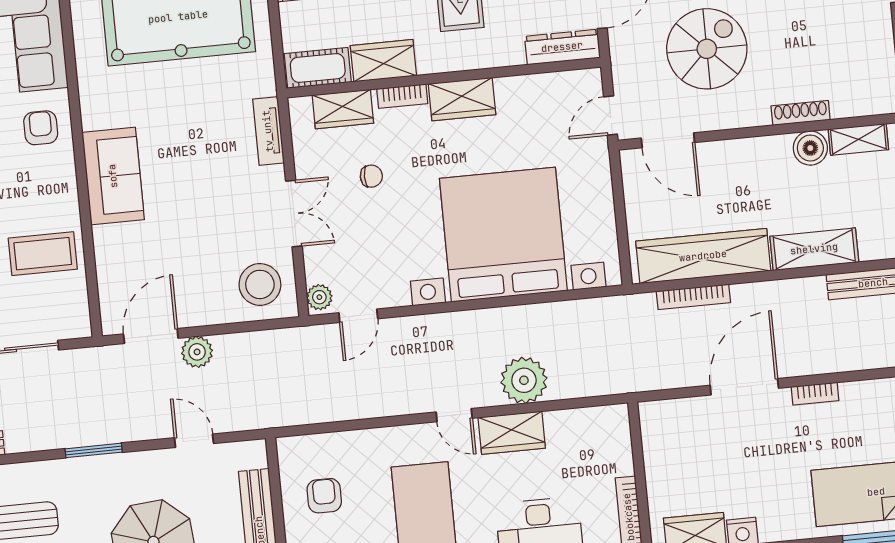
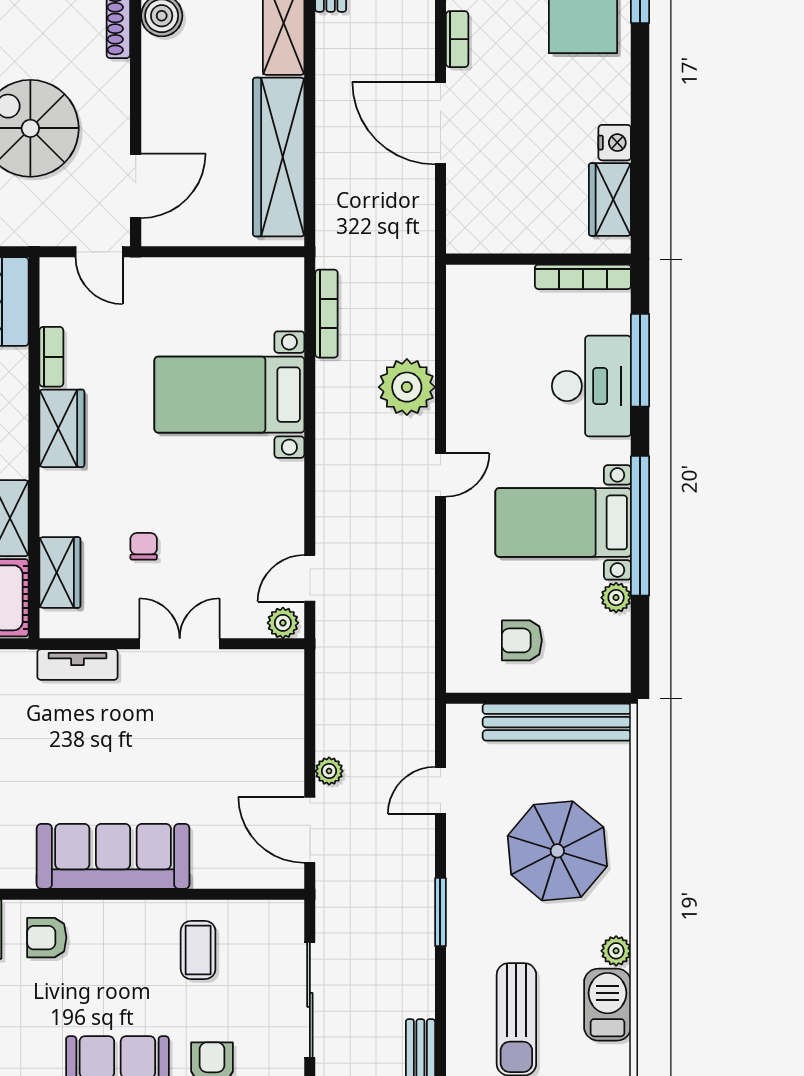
bookcase: (402, 96) -> (51, 357), moved
sofa: (113, 176) -> (113, 856), width x1.36
bed with nightstands: (503, 235) -> (229, 395), width x0.54
coffee table: (43, 254) -> (198, 950), width x0.73, depth x0.77
stool: (260, 284) -> (261, 693), removed
bookcase: (693, 297) -> (326, 314), moved
door: (358, 316) -> (310, 578), swing flipped
plant: (197, 352) -> (329, 771), width x0.73, depth x0.73
wardrobe: (512, 433) -> (468, 408), removed

